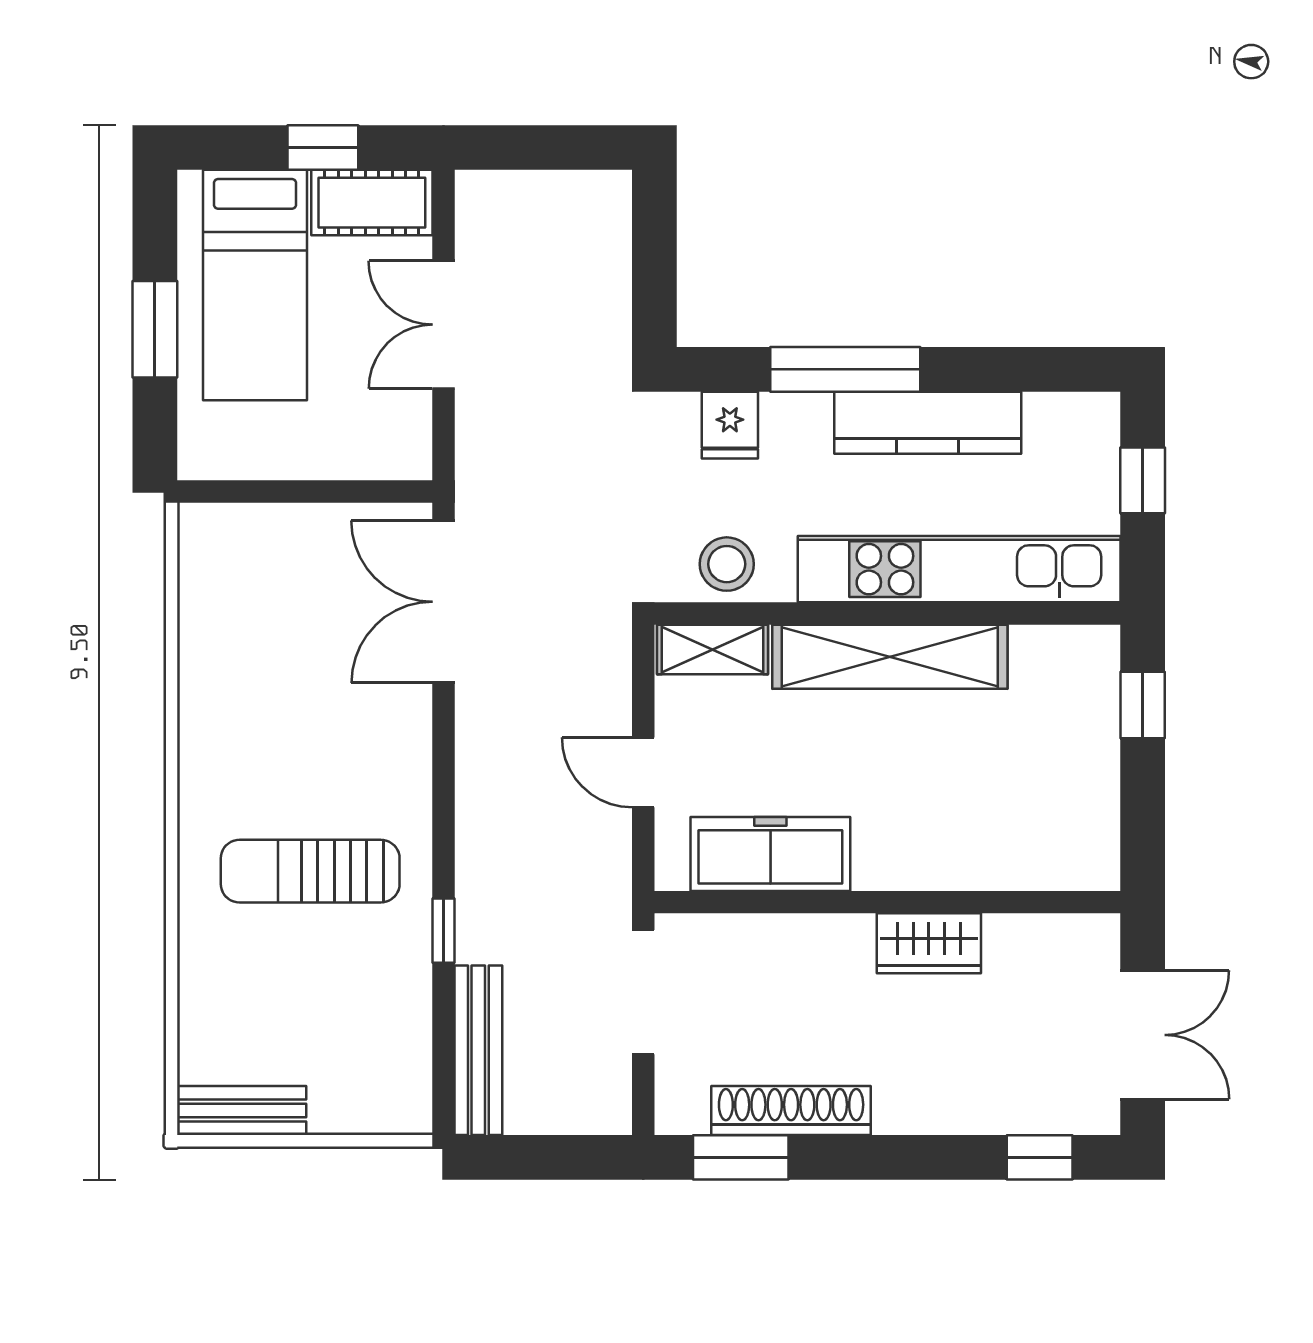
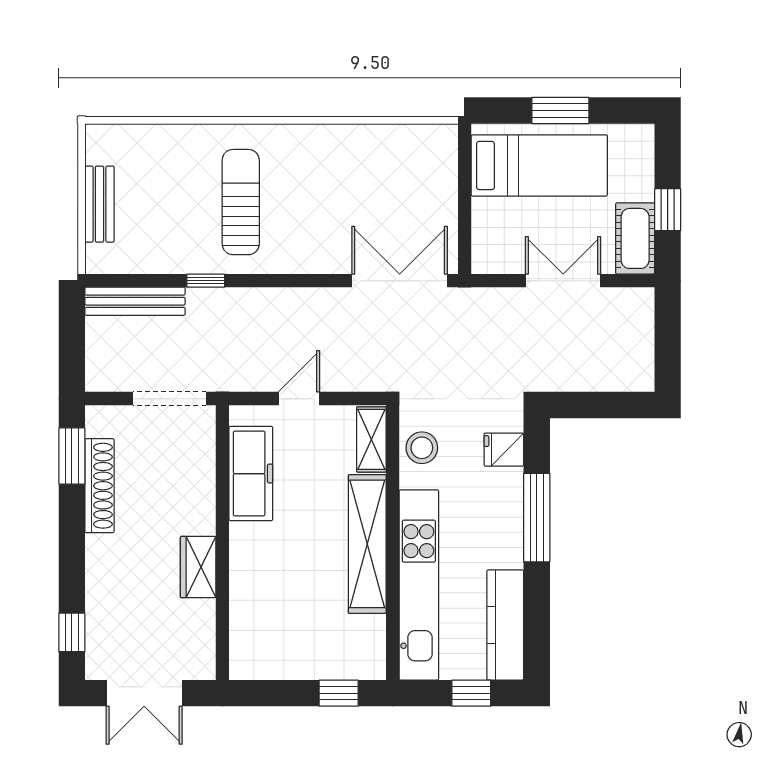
bed: (255, 285) -> (539, 165), moved, turned 180
kitchen counter: (928, 423) -> (505, 625), moved
bench: (242, 1111) -> (100, 204), moved

